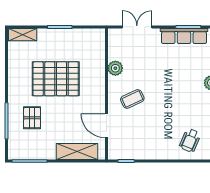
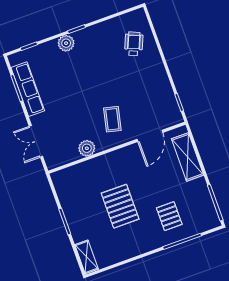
pallet: (56, 79) -> (120, 206), width x0.73, depth x0.71
coffee table: (132, 99) -> (112, 119), turned 38
pallet: (32, 118) -> (169, 216), turned 90
wheelchair: (190, 140) -> (134, 44), turned -90

